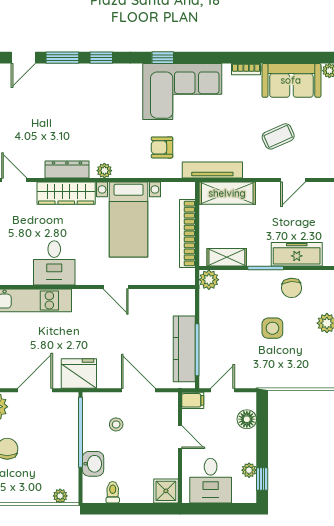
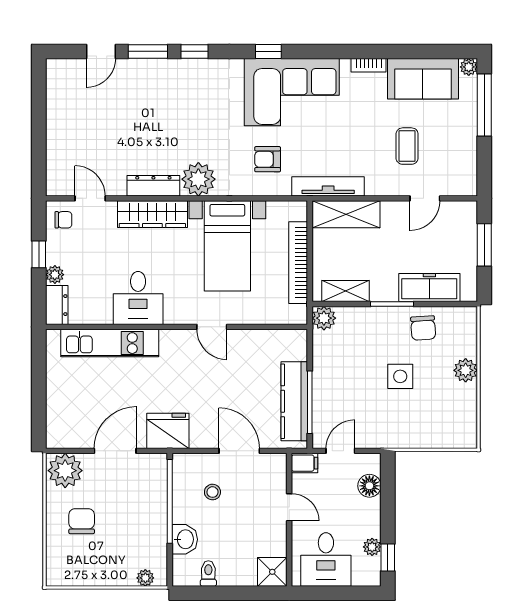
coffee table: (278, 136) -> (407, 146), turned -66
plant: (104, 171) -> (198, 179), width x1.87, depth x1.87

